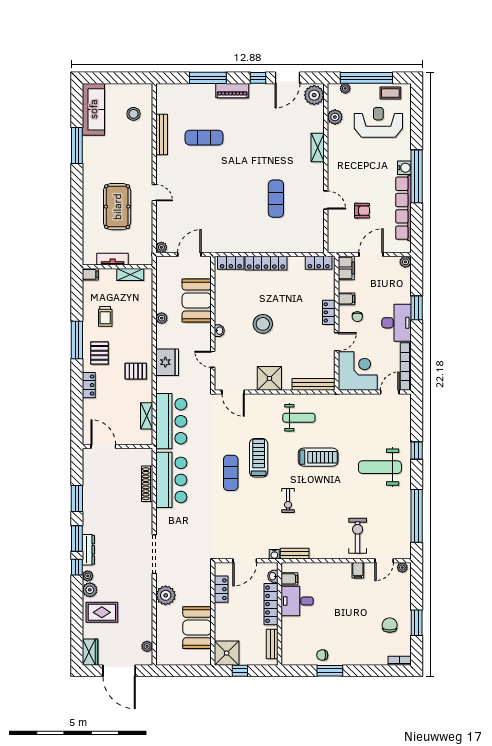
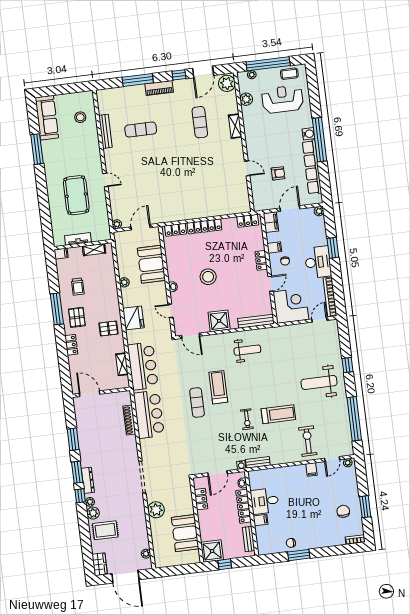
exercise mat: (276, 199) -> (200, 122), moved
treadmill: (318, 457) -> (278, 414), moved
filing cabinet: (289, 579) -> (261, 520), moved

